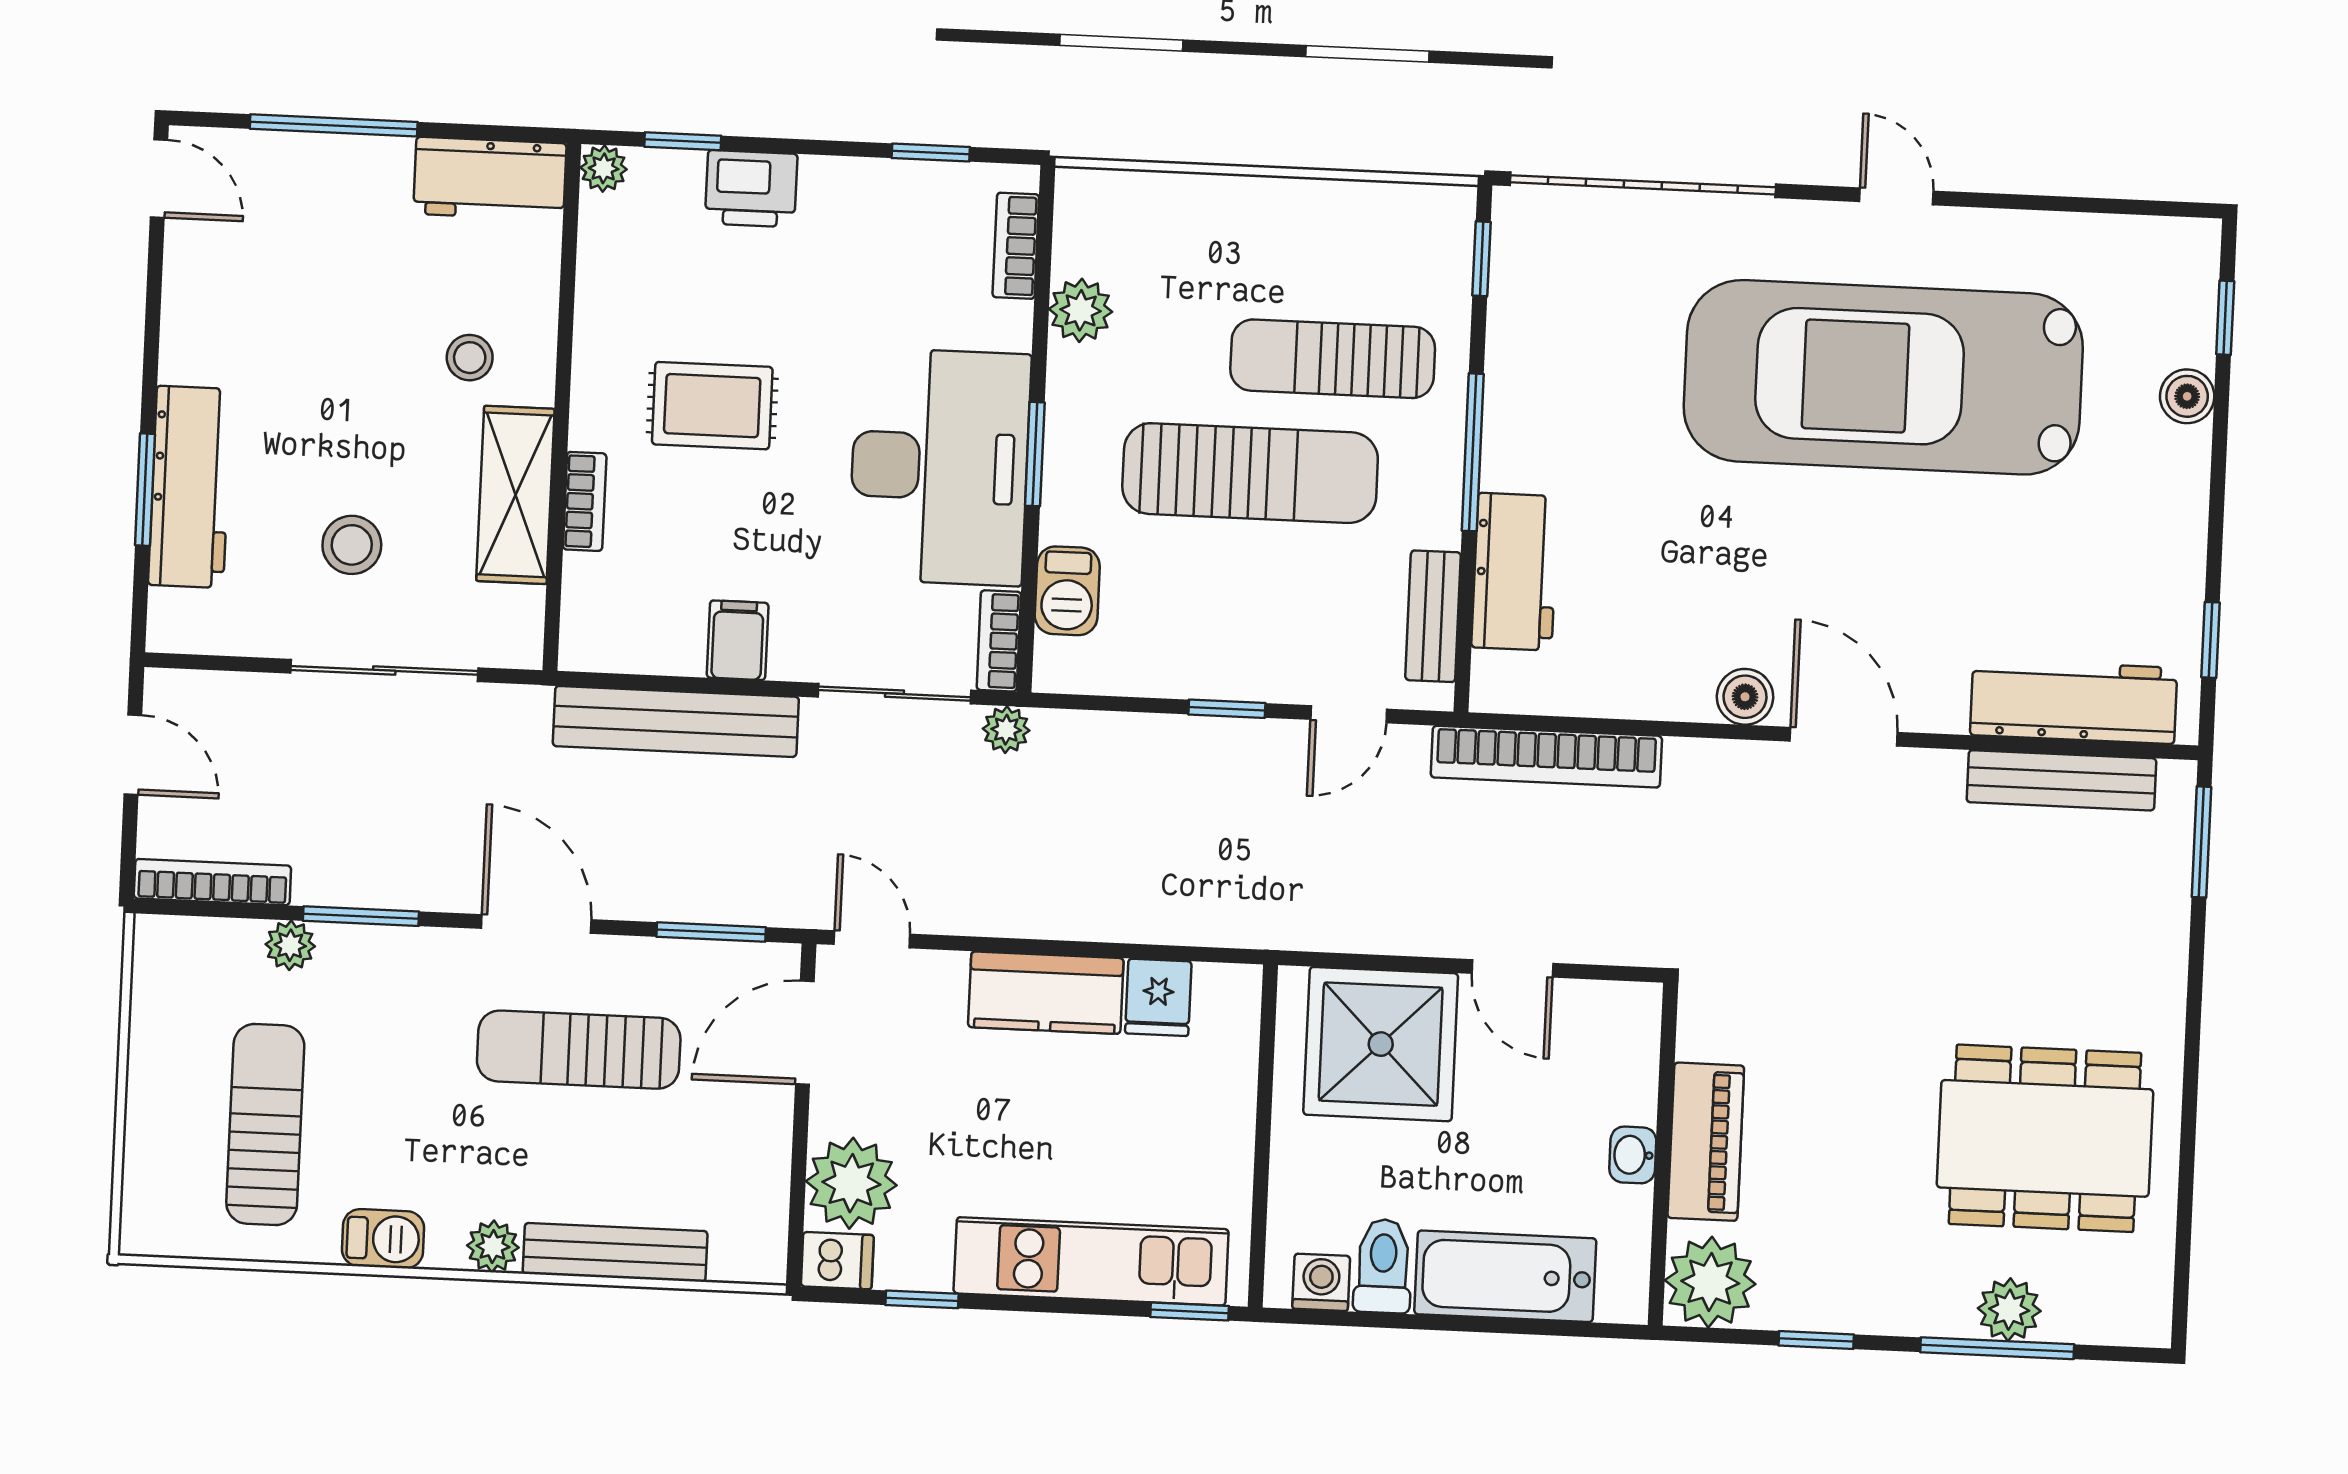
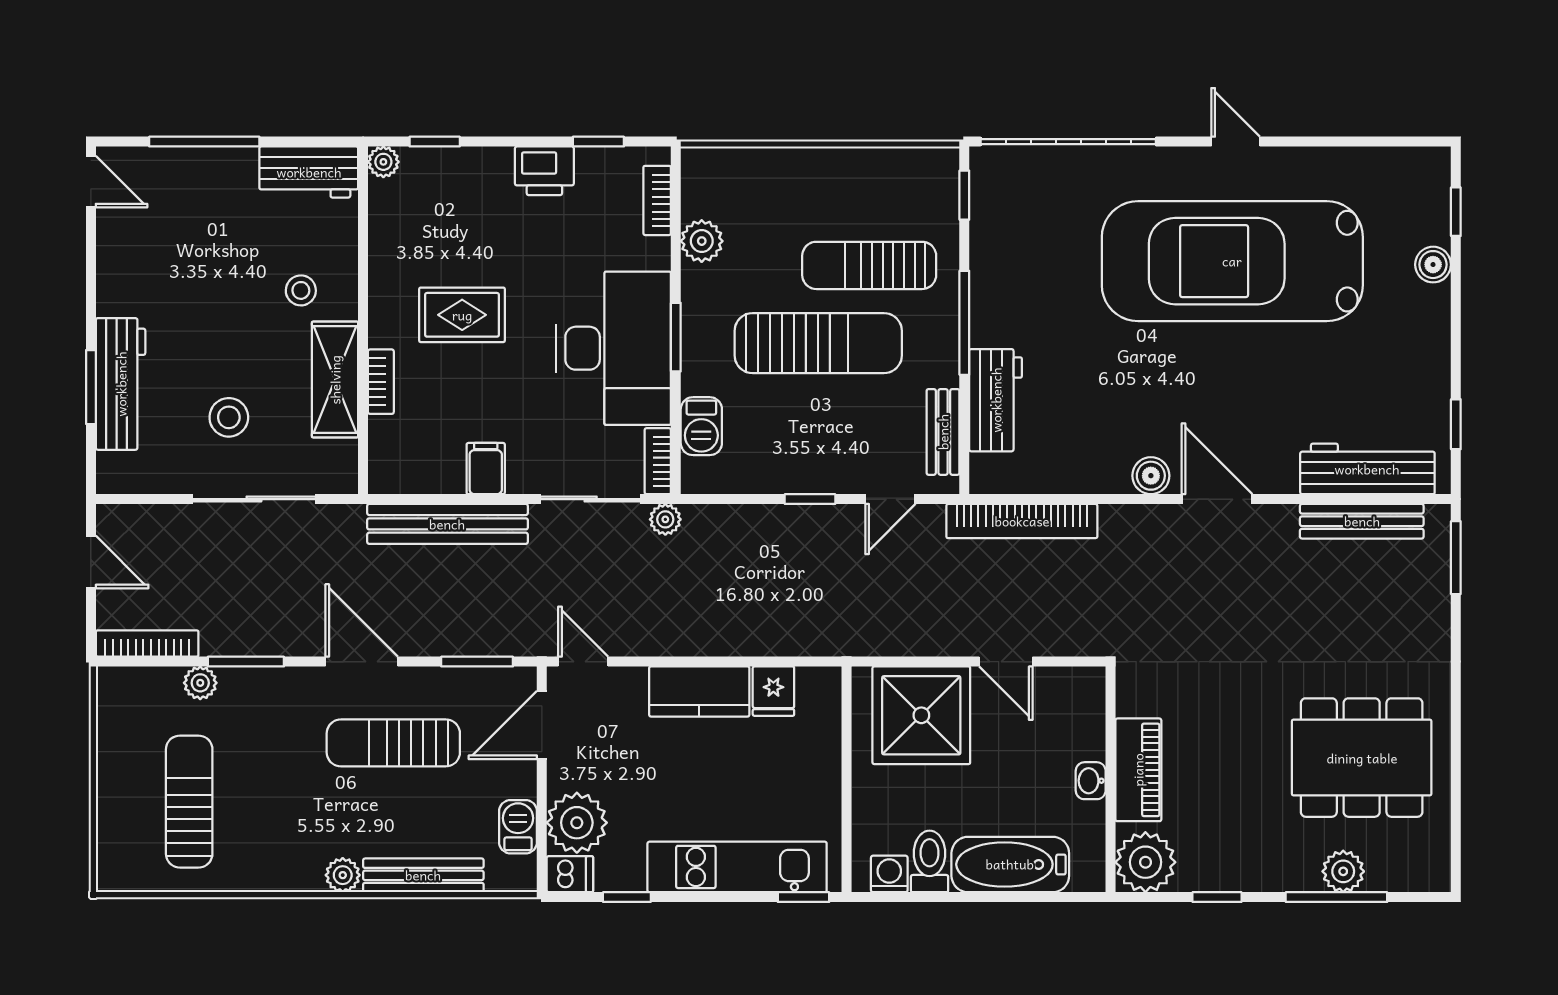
printer: (751, 189) -> (544, 171), moved
barbecue: (383, 1239) -> (518, 827), moved, turned -90

